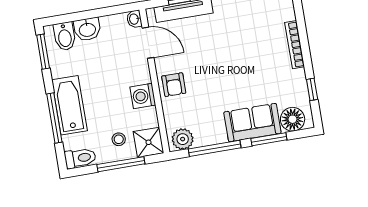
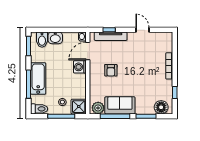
door: (148, 43) -> (88, 51), swing flipped
armchair: (174, 85) -> (111, 70), moved
washing machine: (143, 96) -> (80, 67), moved
sofa: (252, 123) -> (120, 105), moved

